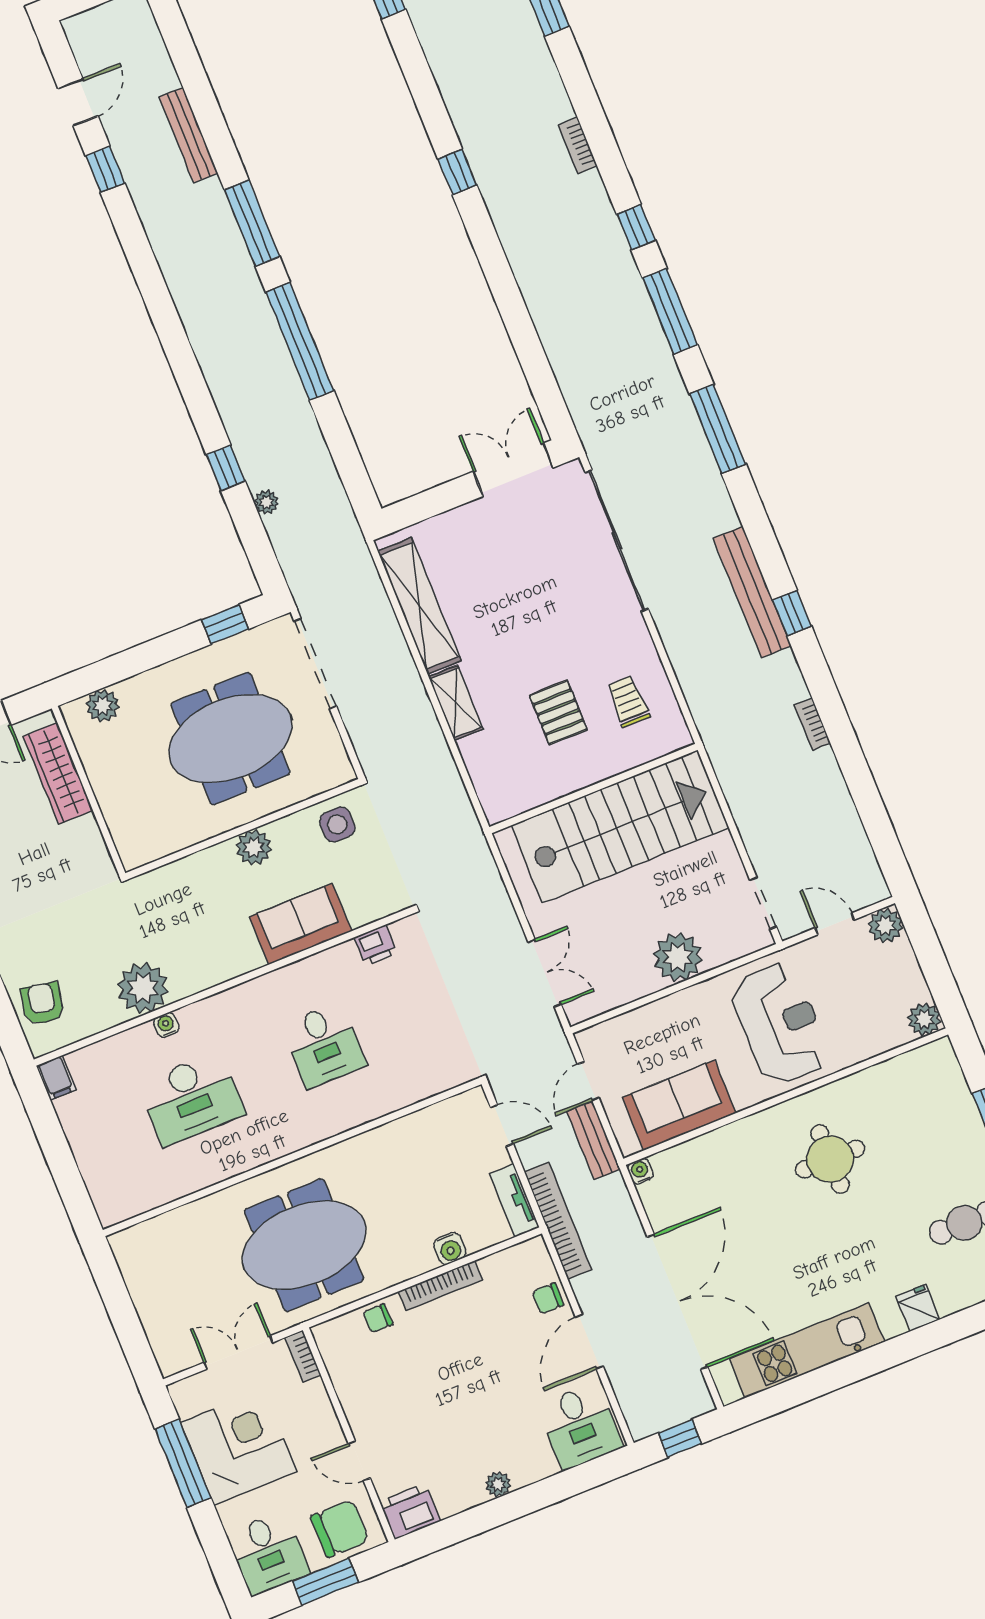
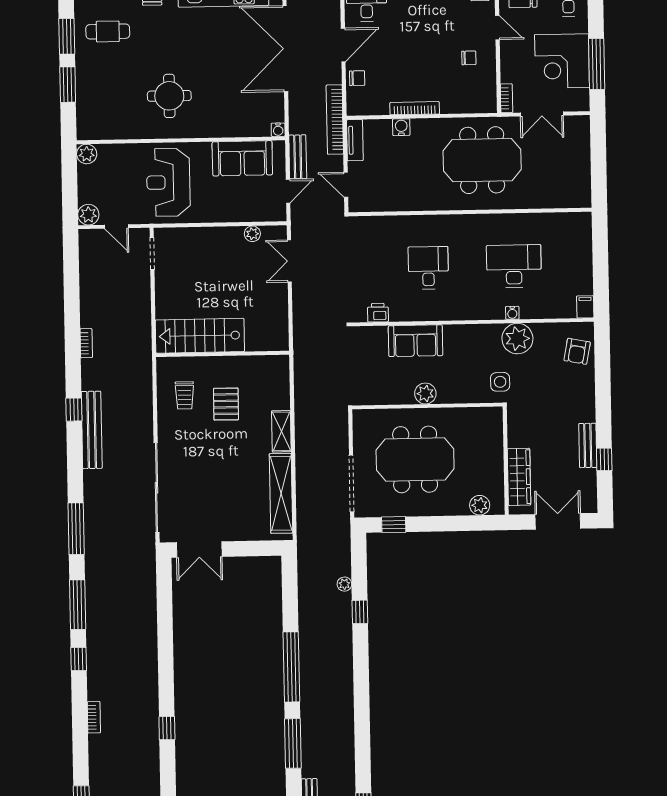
side table: (337, 825) -> (500, 382), moved
stairs: (620, 826) -> (200, 336), width x0.73, depth x0.66
plant: (678, 957) -> (252, 234), moved, width x0.53, depth x0.53
chair: (378, 1318) -> (469, 58), moved

